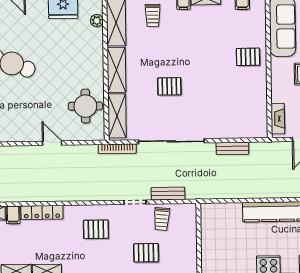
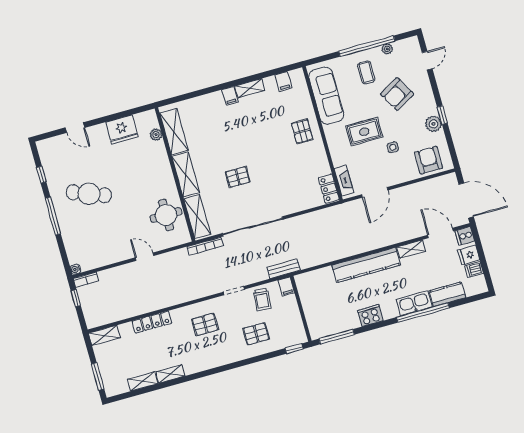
trolley: (153, 15) -> (206, 116), removed
pallet: (248, 57) -> (302, 131), turned 90
locker: (260, 123) -> (329, 189), added
bench: (232, 148) -> (310, 218), removed
bench: (168, 194) -> (284, 269), moved
filing cabinet: (13, 215) -> (286, 286), moved

